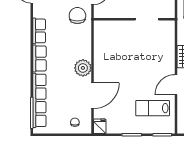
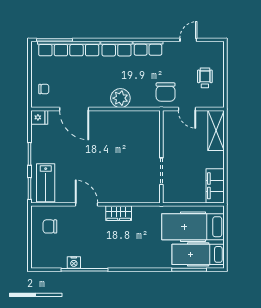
chair: (77, 16) -> (166, 92), turned 90
plant: (83, 68) -> (120, 98), moved
lab bench: (153, 108) -> (46, 183), moved, turned 180

